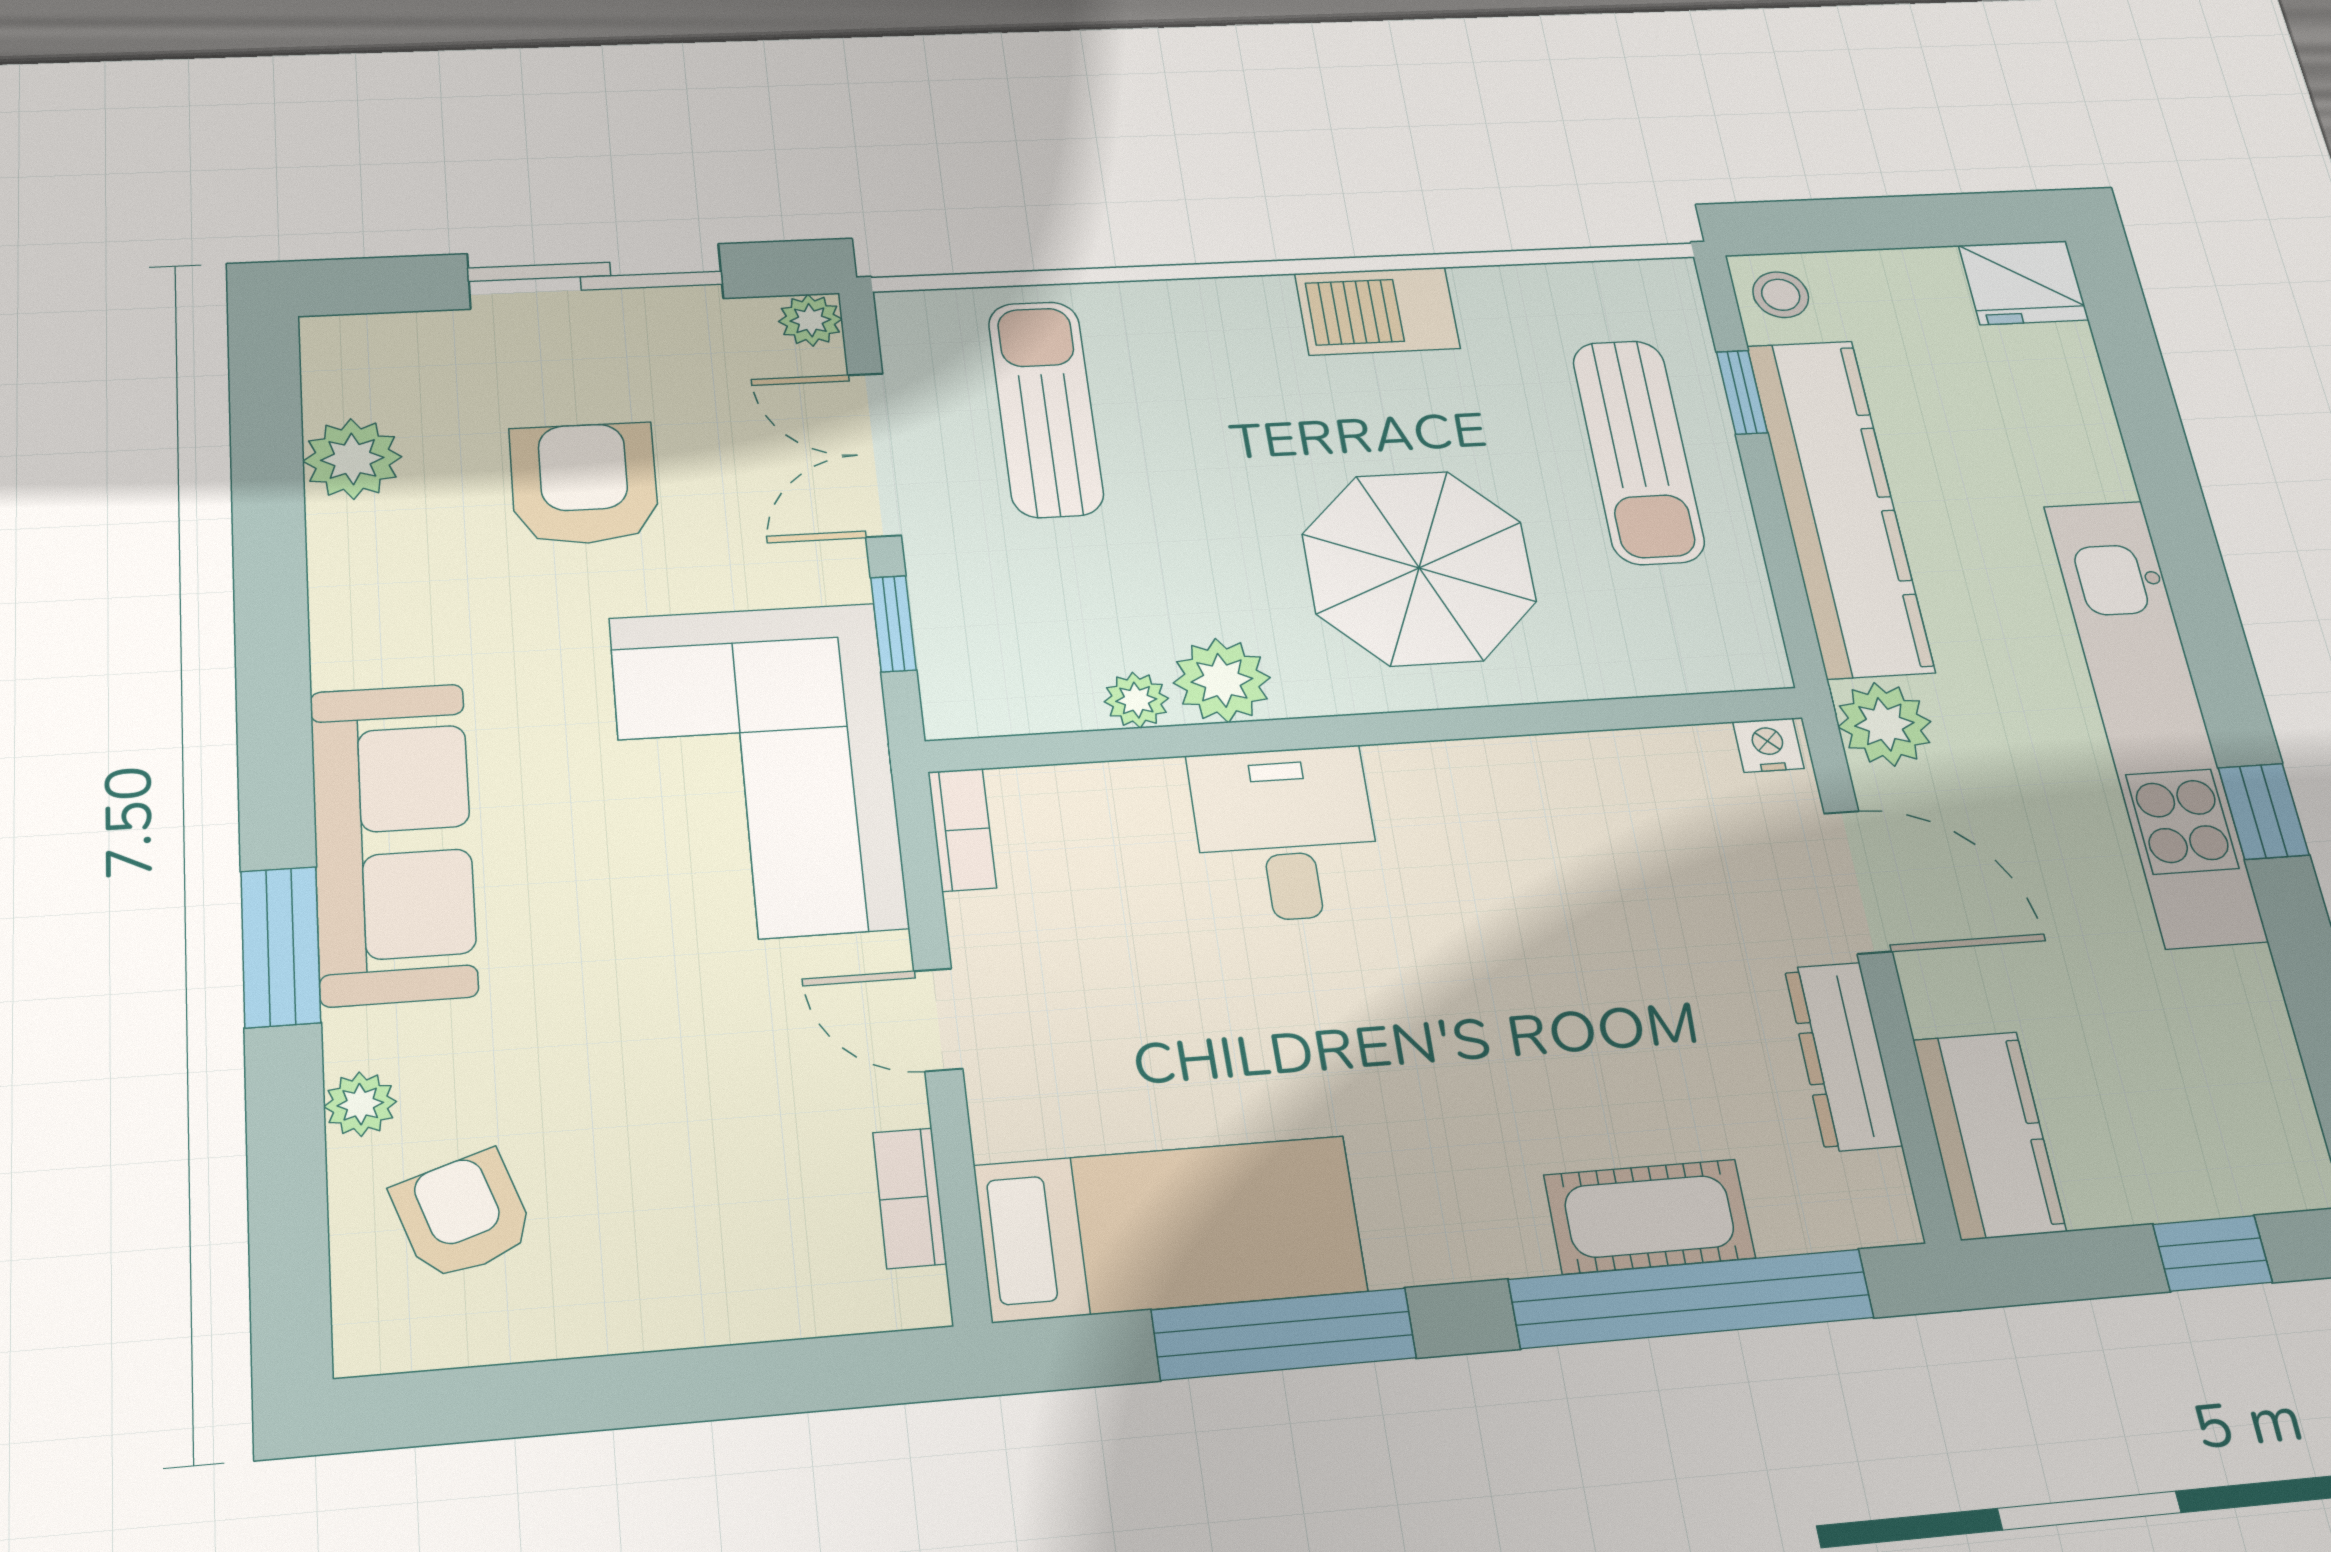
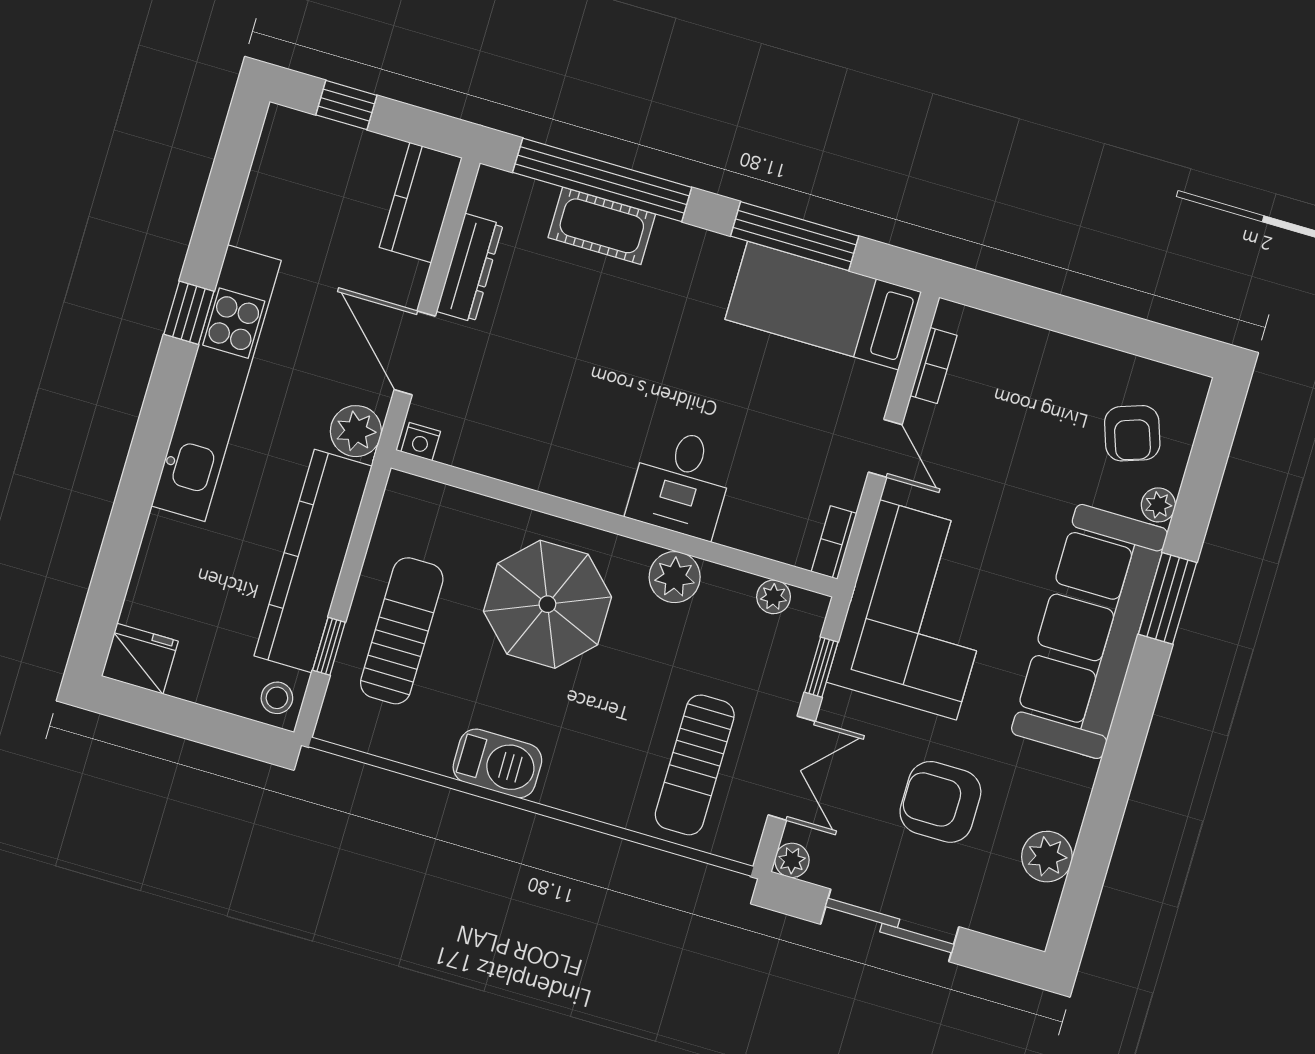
armchair: (584, 484) -> (940, 802), turned 90
plant: (1136, 700) -> (774, 597), moved
sofa: (393, 842) -> (1089, 631), width x1.36, depth x1.27

